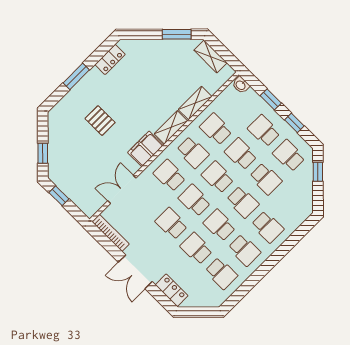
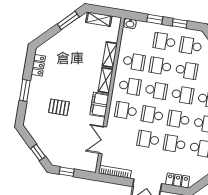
school desk: (216, 129) -> (134, 62), turned 180
school desk: (218, 177) -> (156, 90), turned 180

